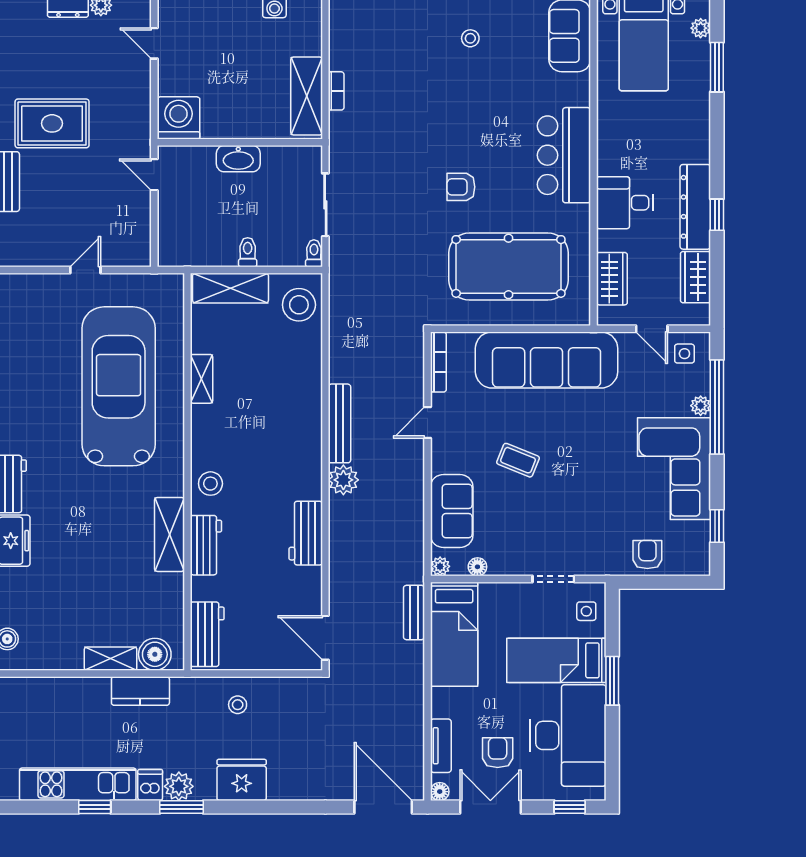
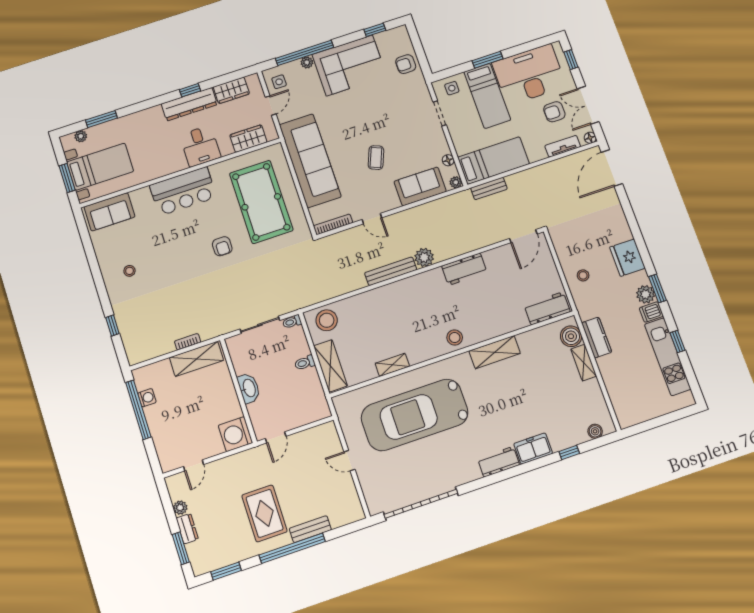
workbench: (206, 545) -> (493, 328), removed

